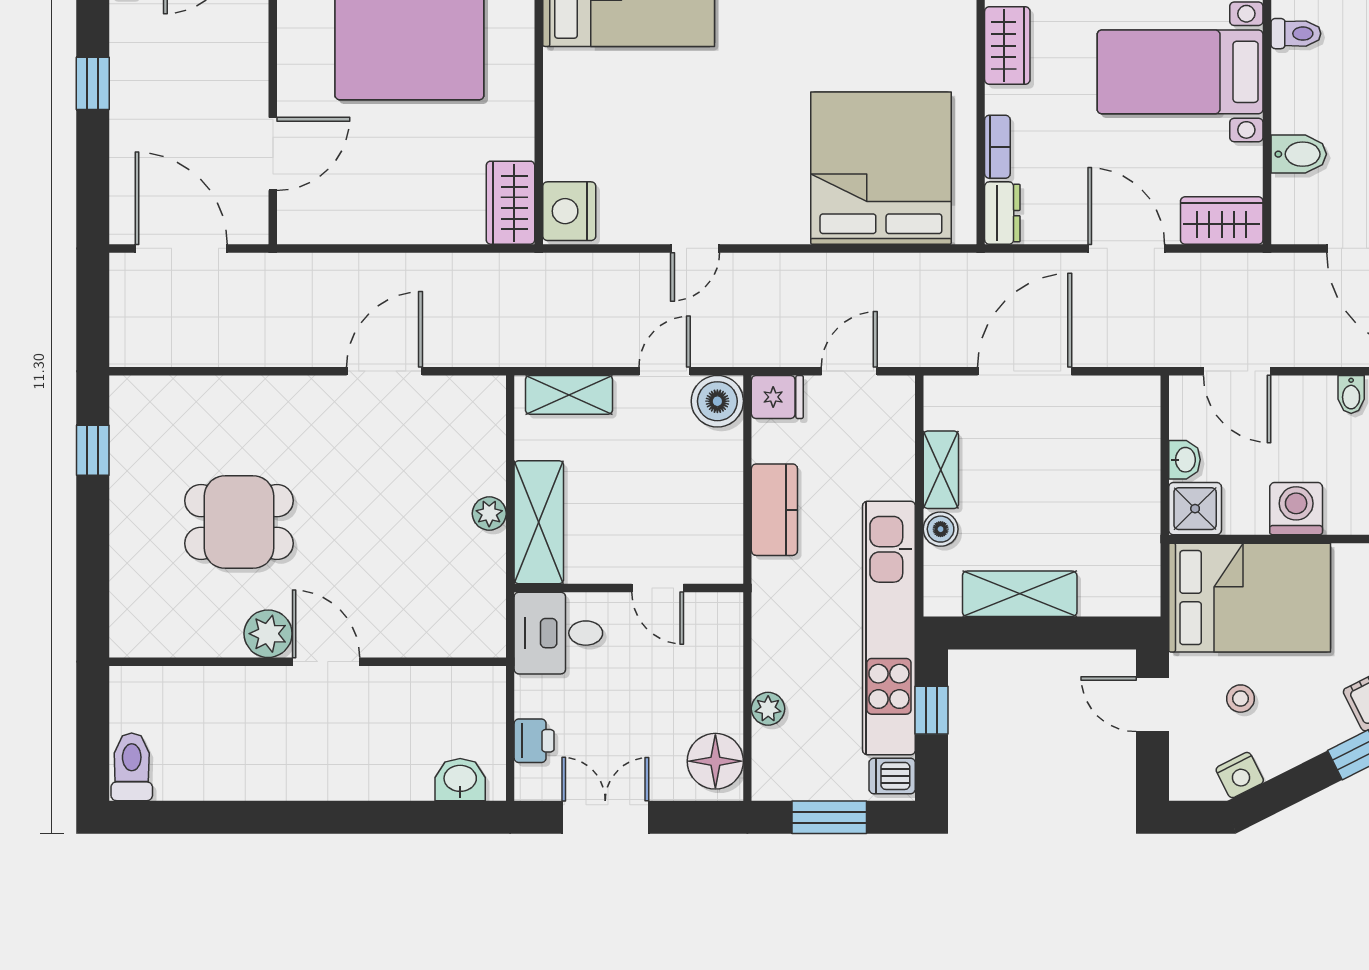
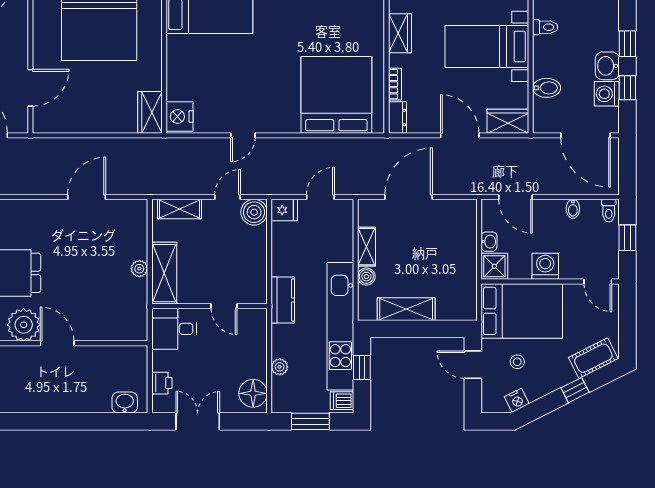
kitchen counter: (774, 510) -> (283, 300), moved
plant: (268, 634) -> (24, 325), width x1.36, depth x1.36

